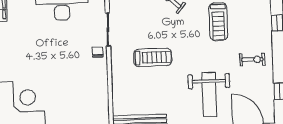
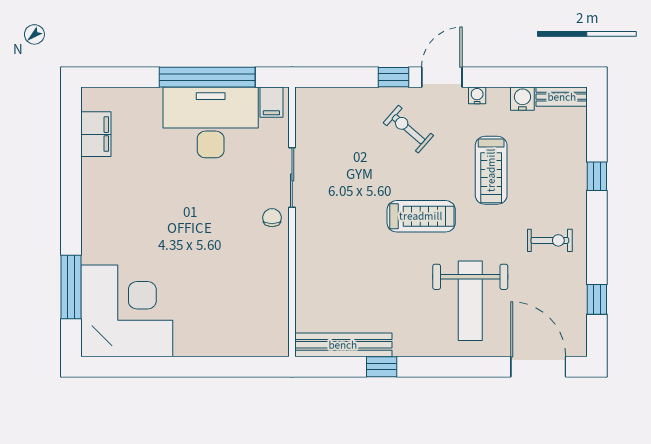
treadmill: (153, 57) -> (421, 216), moved

